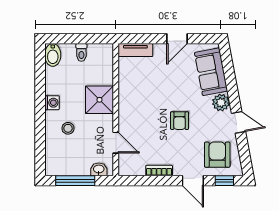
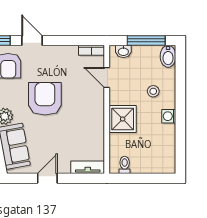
toilet: (81, 52) -> (125, 165), moved
bidet: (53, 55) -> (168, 56), moved, turned 180
armchair: (180, 121) -> (45, 99), width x1.88, depth x1.88
bookcase: (159, 171) -> (92, 50), moved

